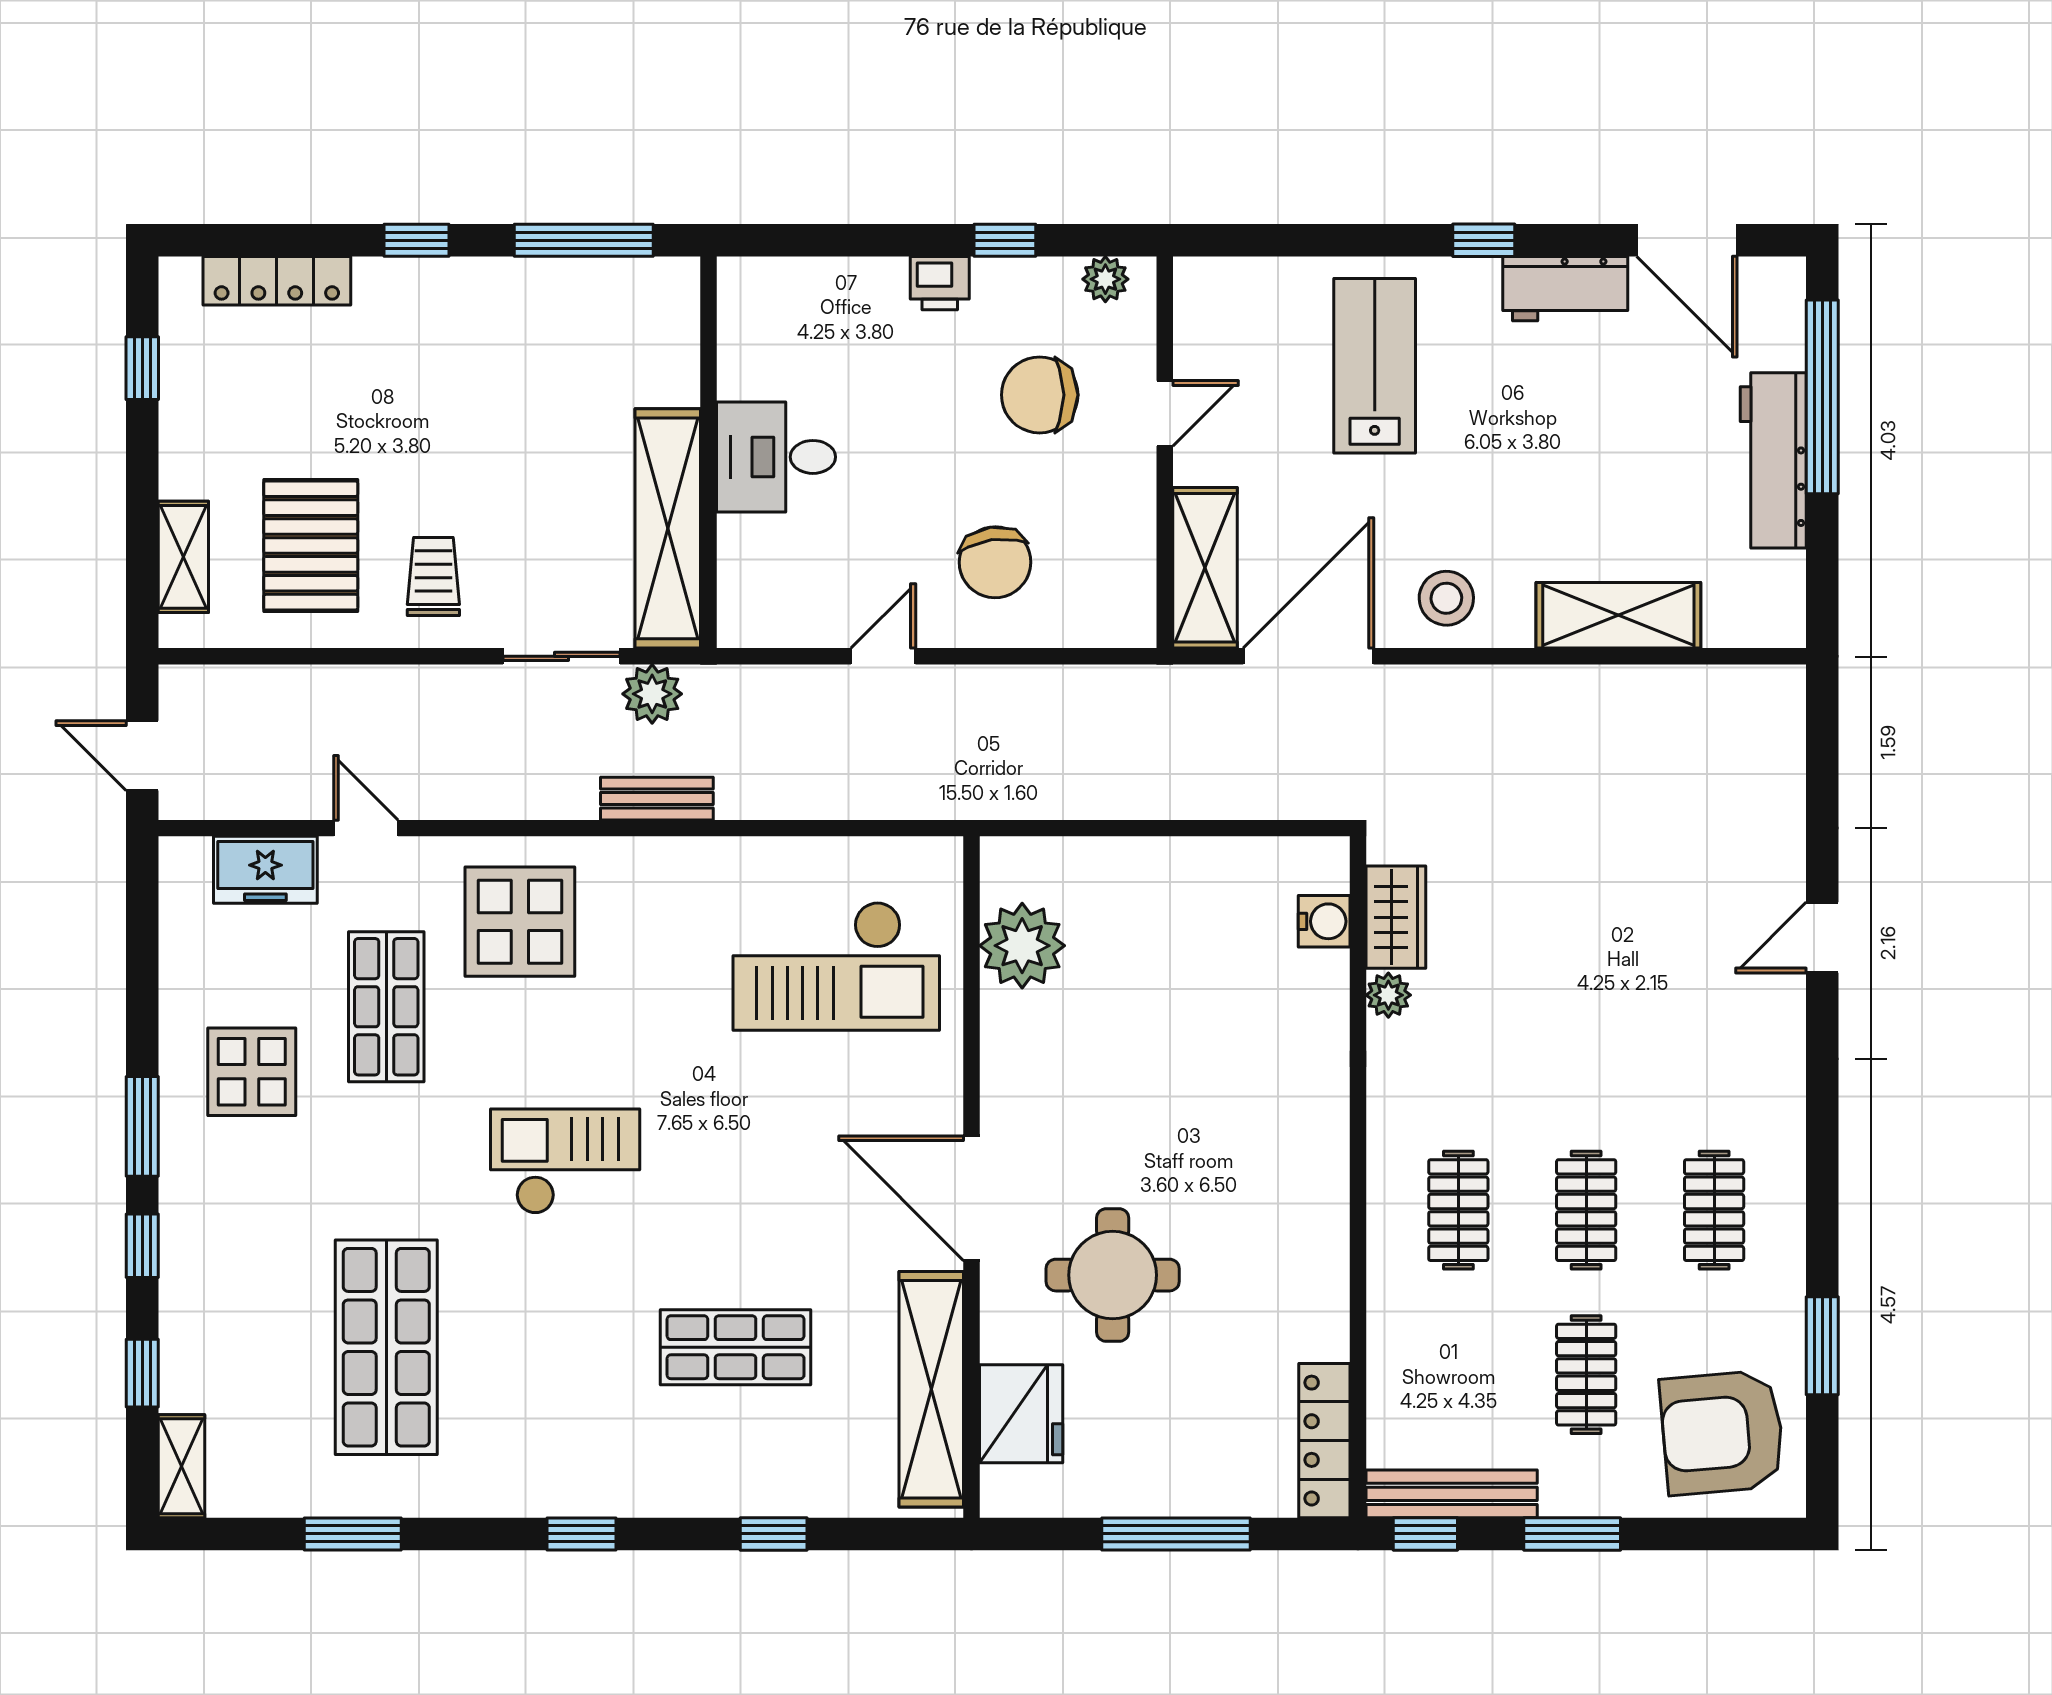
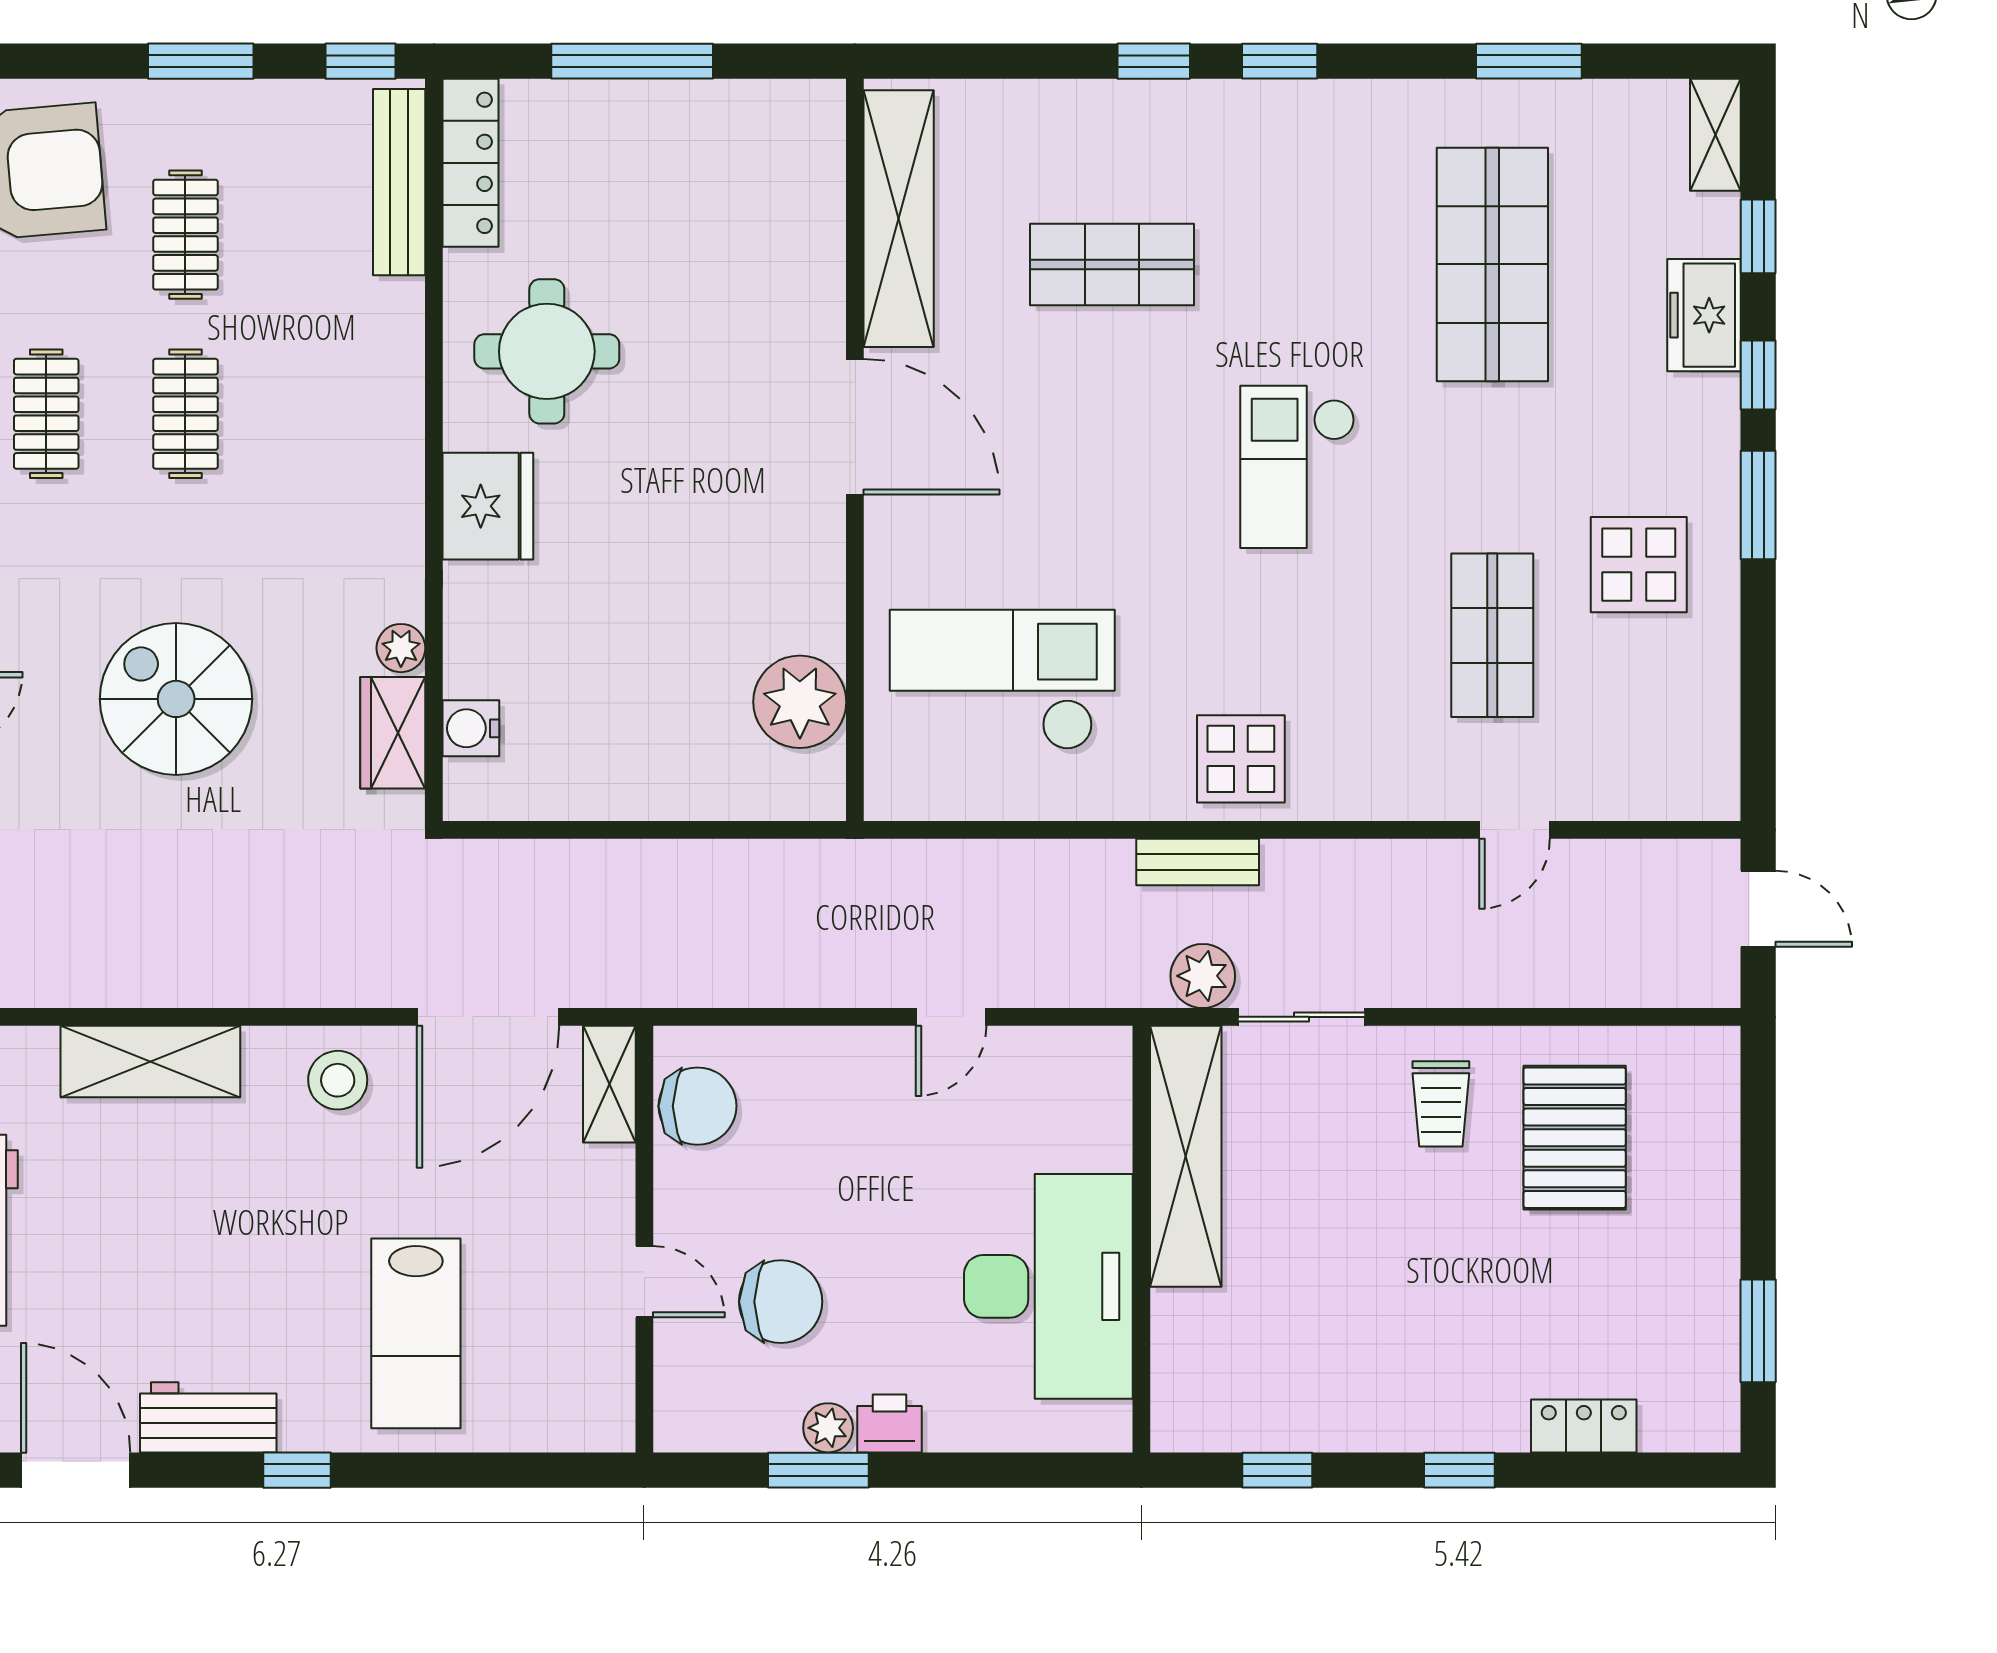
window: (584, 240) -> (1277, 1470), width x0.46
window: (1005, 240) -> (818, 1470), width x1.50
plant: (1105, 279) -> (828, 1428), moved
locker: (277, 281) -> (1584, 1426), width x0.66
window: (142, 368) -> (1758, 1331), width x1.50
door: (1165, 413) -> (644, 1282), swing flipped
desk: (776, 457) -> (1048, 1286), width x1.87, depth x1.30
shelving: (183, 557) -> (1713, 1125), removed
chair: (995, 562) -> (697, 1106), moved, turned 98
shelving: (1205, 568) -> (609, 1084), width x0.67, depth x0.75
door: (366, 828) -> (1515, 830), hinge flipped
freezer: (265, 870) -> (1704, 315), moved, turned -90
display table: (520, 922) -> (1241, 759), moved, width x0.73, depth x0.73
spiral stairs: (1595, 948) -> (176, 699), added
checkout: (565, 1161) -> (1297, 467), turned 90
clothes rail: (1458, 1210) -> (325, 414), removed
round table: (1113, 1275) -> (547, 351), moved
fridge: (1021, 1414) -> (488, 506), moved, turned 180
bench: (1452, 1494) -> (399, 182), moved, turned 90
window: (774, 1534) -> (1154, 61), moved

